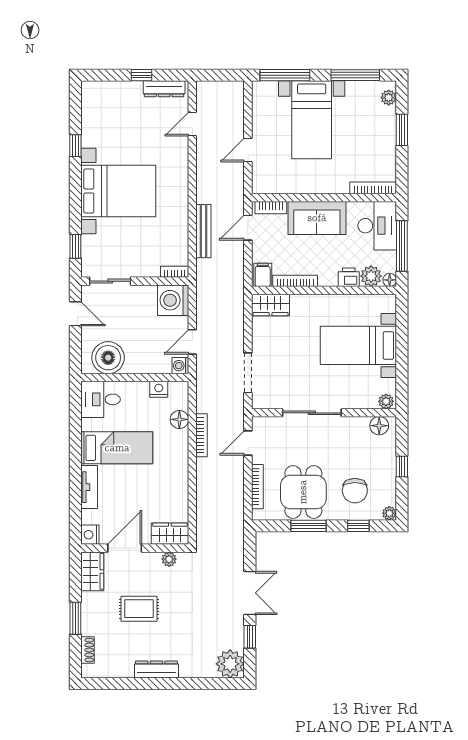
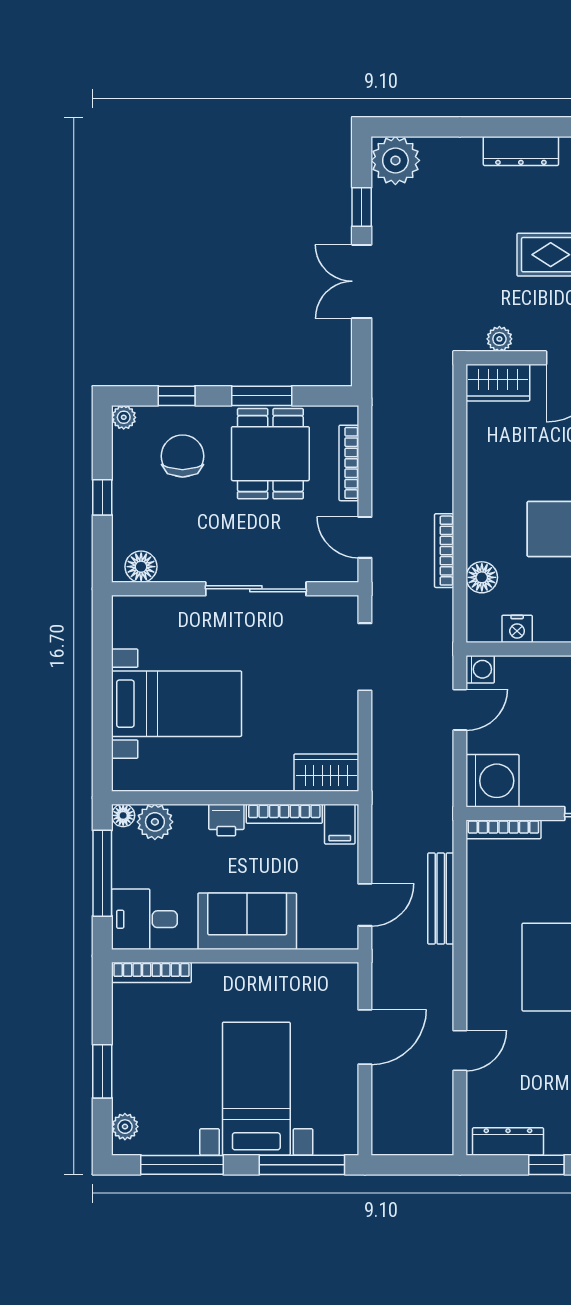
door: (192, 124) -> (460, 1051), moved
door: (248, 150) -> (365, 1037), width x1.38
bookcase: (271, 208) -> (326, 939), removed
desk: (377, 226) -> (144, 919), width x0.73
bookcase: (175, 272) -> (503, 829), width x1.56
printer: (349, 277) -> (226, 820), moved
plant: (386, 401) -> (129, 608), removed
door: (248, 443) -> (365, 537), swing flipped

